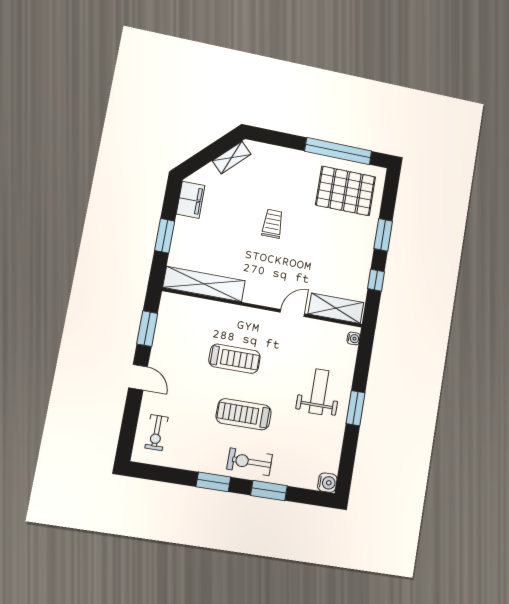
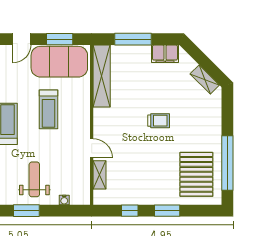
window: (165, 236) -> (133, 39), width x1.44
shelving: (336, 308) -> (99, 175), width x0.67, depth x0.75
exercise mat: (176, 334) -> (59, 62), added
water cooler: (354, 338) -> (64, 200), moved
weight bench: (319, 392) -> (34, 179), turned -90

